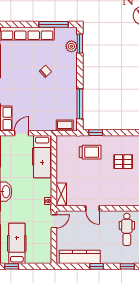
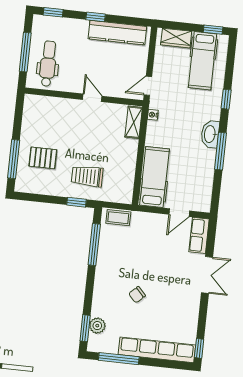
wardrobe: (37, 258) -> (176, 38), added

